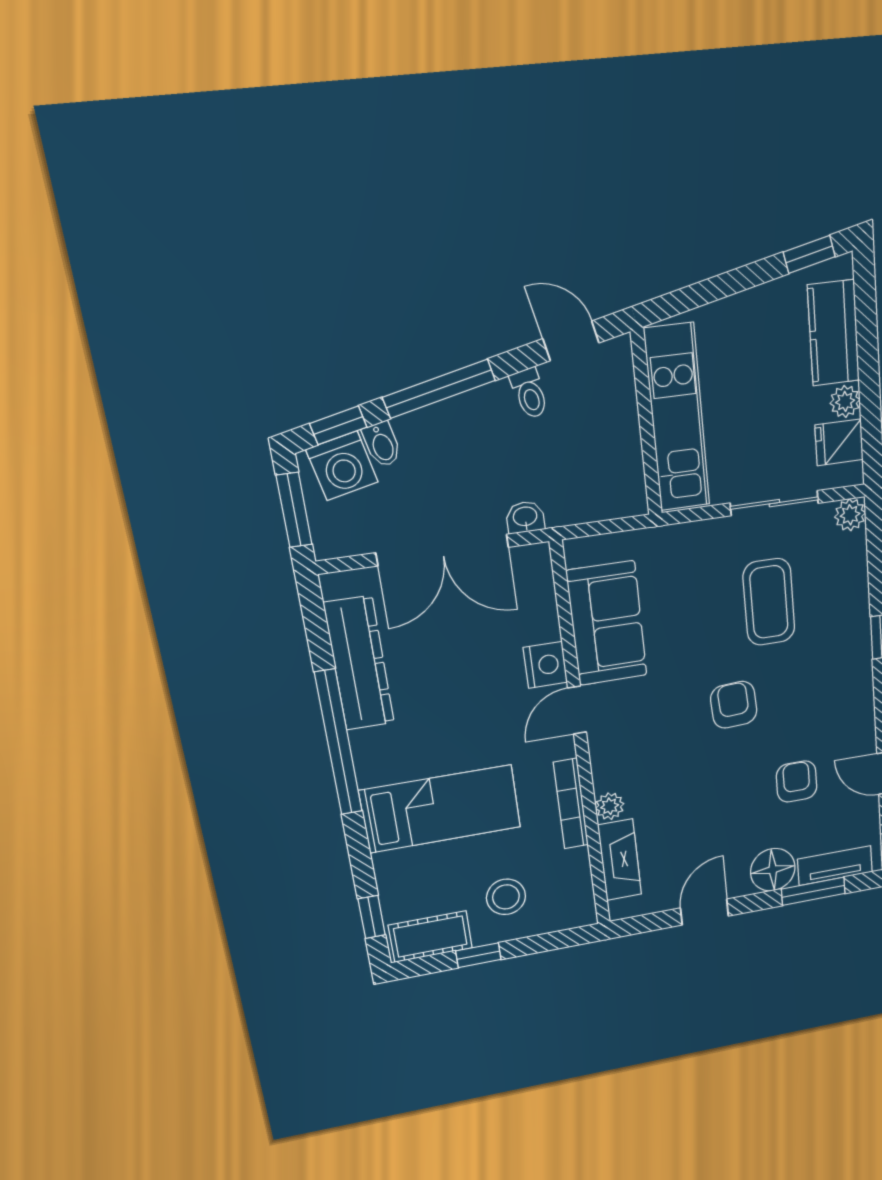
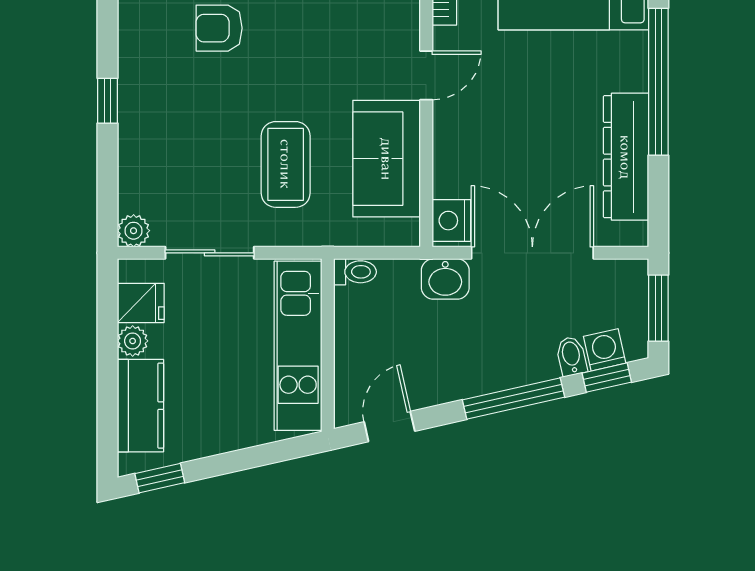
door: (571, 341) -> (389, 426), swing flipped
toilet: (530, 393) -> (355, 272), moved, turned 103
washing machine: (342, 466) -> (605, 350), width x0.73, depth x0.73
washbasin: (525, 517) -> (445, 279), width x1.38, depth x1.45
coffee table: (769, 602) -> (286, 164), moved
nightstand: (545, 665) -> (451, 221), moved
armchair: (734, 705) -> (219, 28), moved, turned 93

